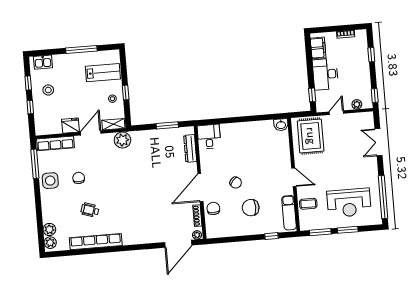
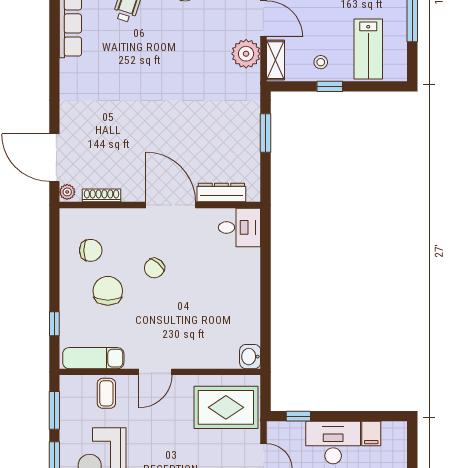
filing cabinet: (318, 48) -> (371, 433), width x0.50
window: (167, 125) -> (266, 133), moved
plant: (122, 140) -> (246, 54), moved
door: (200, 188) -> (171, 205), moved
chair: (213, 208) -> (91, 250), moved

